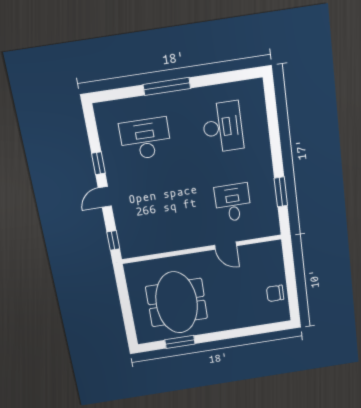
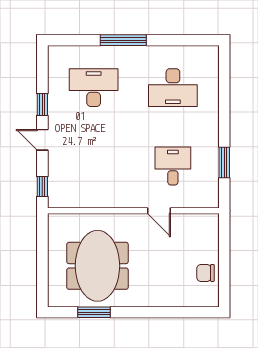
desk: (223, 127) -> (173, 88), turned 90
door: (105, 197) -> (42, 140), hinge flipped

